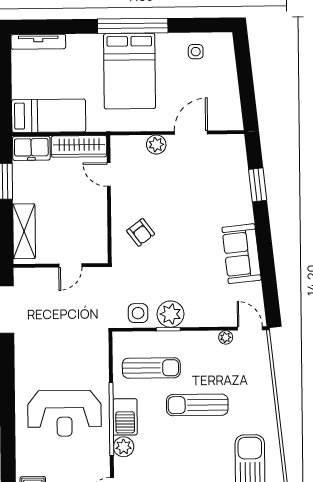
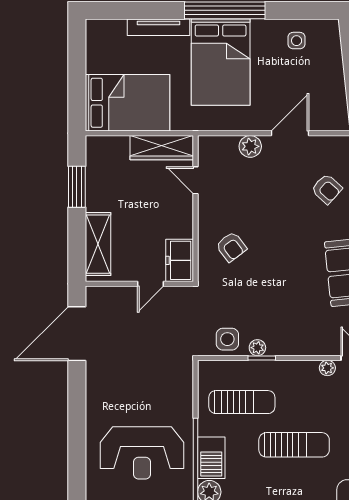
tv unit: (38, 42) -> (158, 27), moved
bed: (49, 116) -> (127, 103), width x1.50
freezer: (31, 148) -> (180, 260), moved, turned 90
armchair: (223, 181) -> (327, 189), added
plant: (170, 314) -> (257, 348), width x0.53, depth x0.53
sun lounger: (197, 405) -> (294, 445), turned 180

